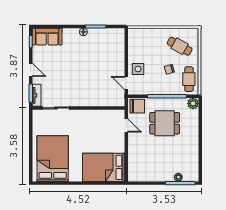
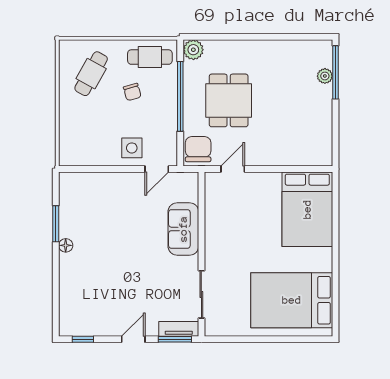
sofa: (47, 37) -> (183, 229), moved, turned 180

